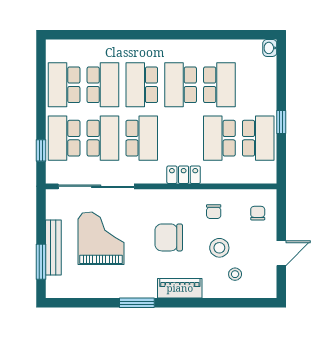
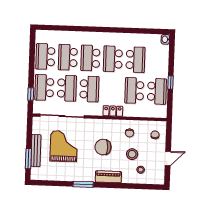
school desk: (103, 85) -> (68, 57), turned 180

